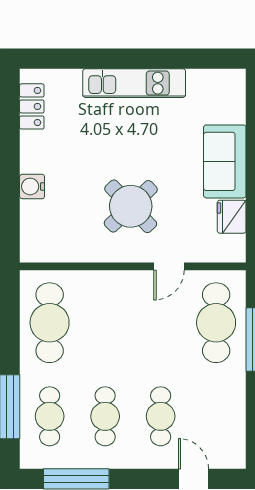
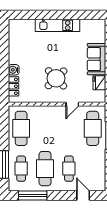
locker: (32, 106) -> (14, 86), moved
cafe table: (105, 416) -> (45, 169), width x1.37, depth x1.35

